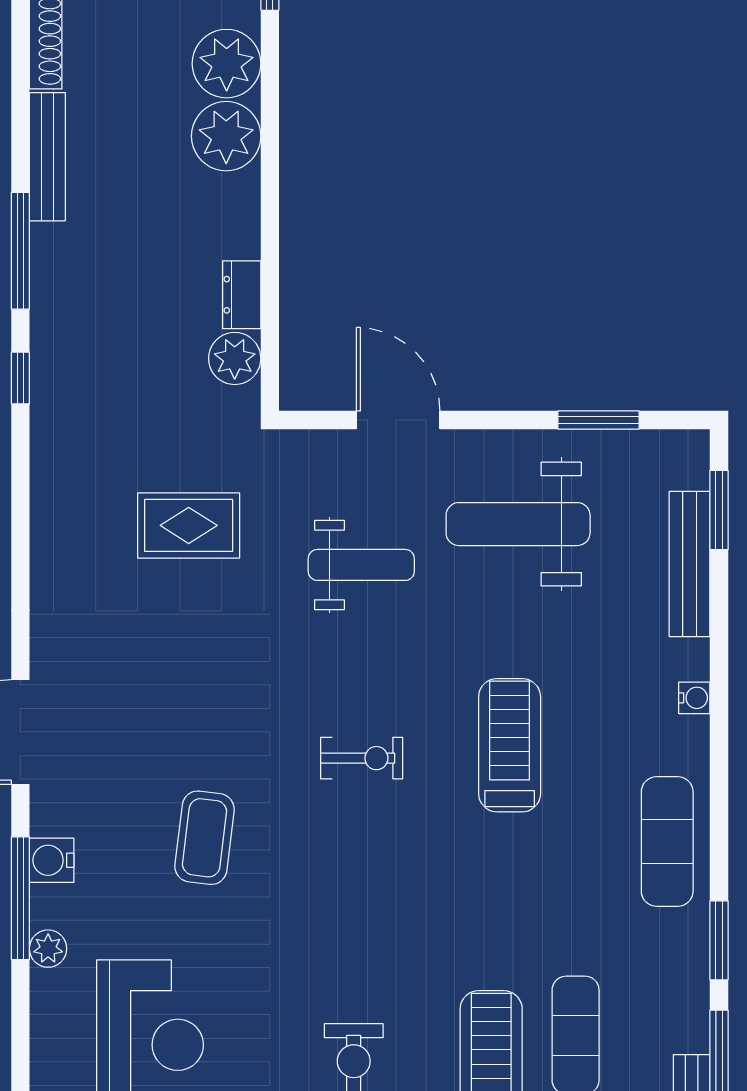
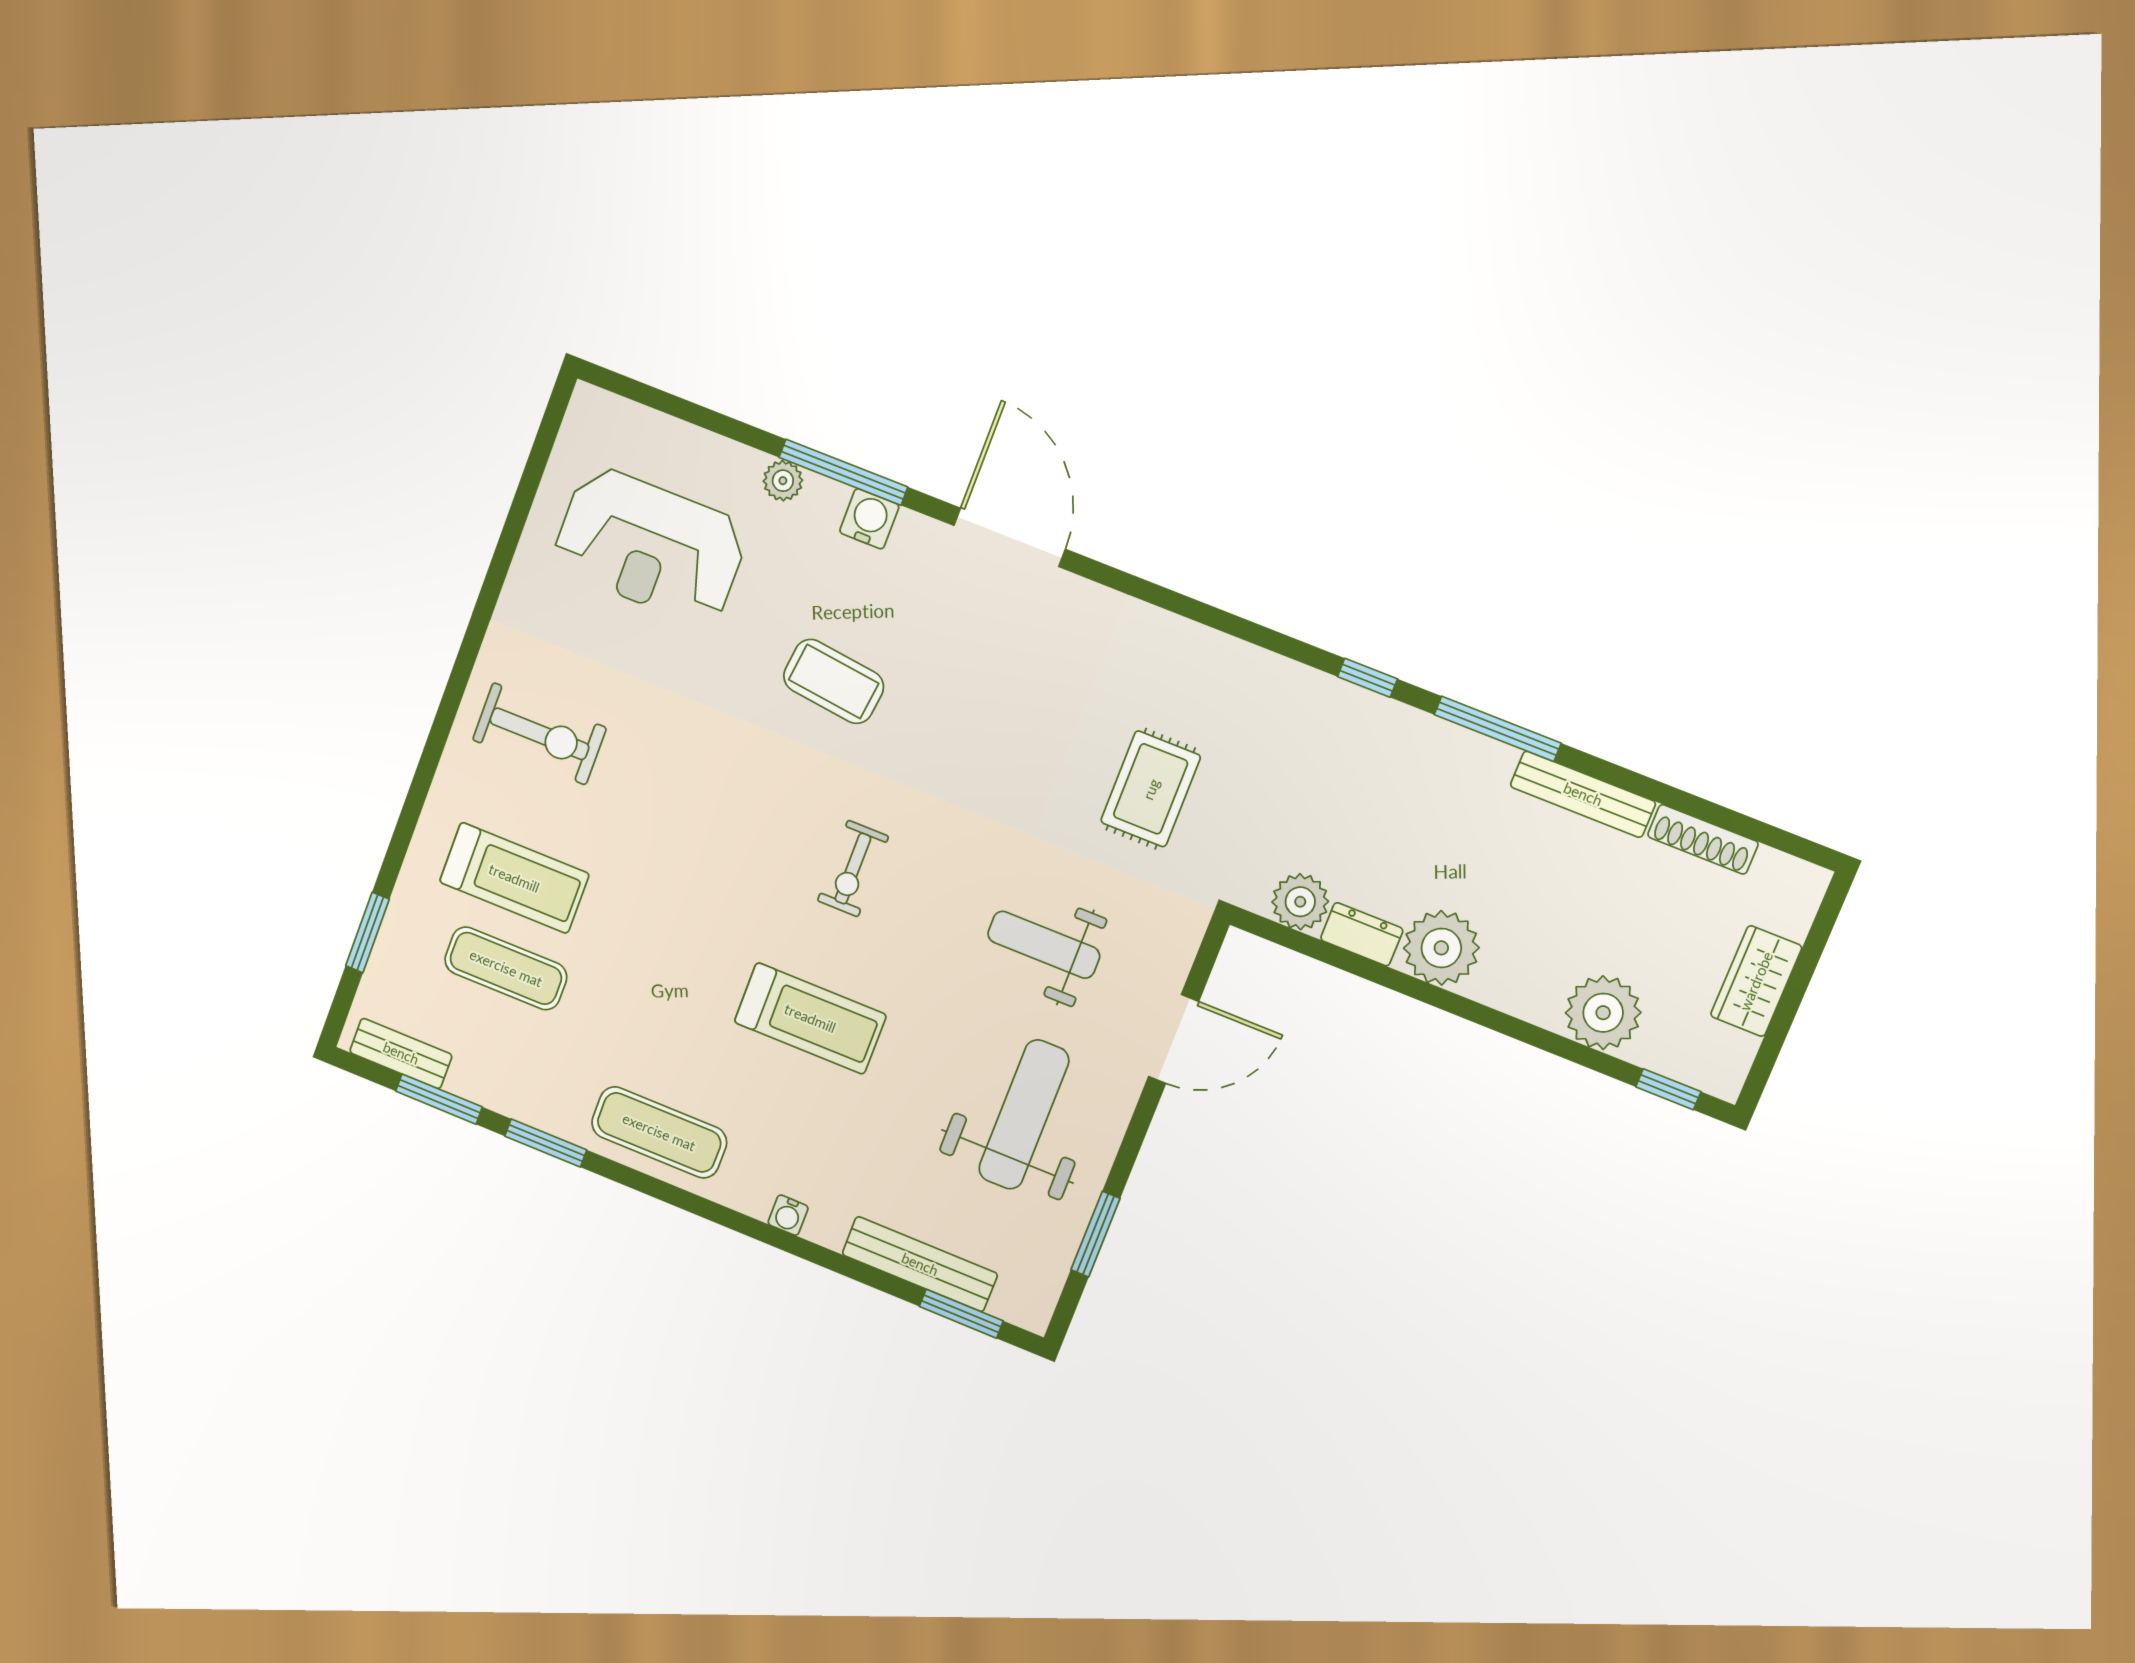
plant: (226, 136) -> (1441, 948), moved
weight bench: (361, 565) -> (1044, 945), turned 90

